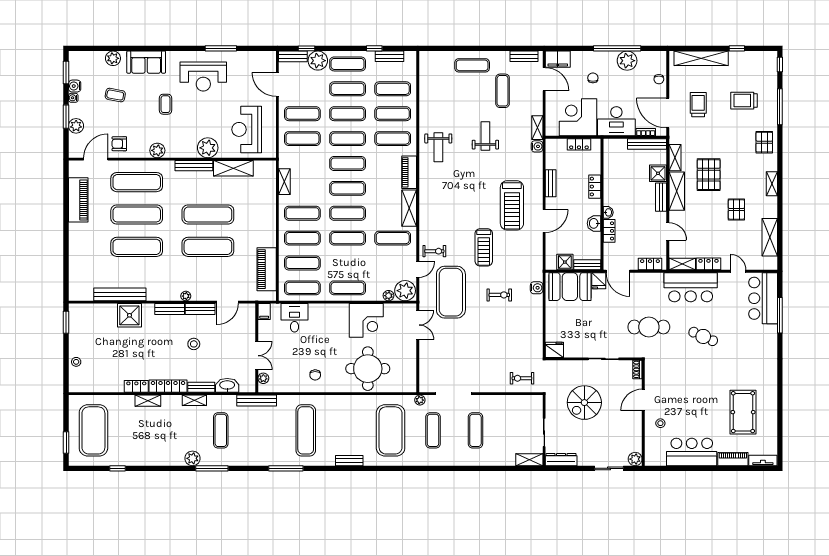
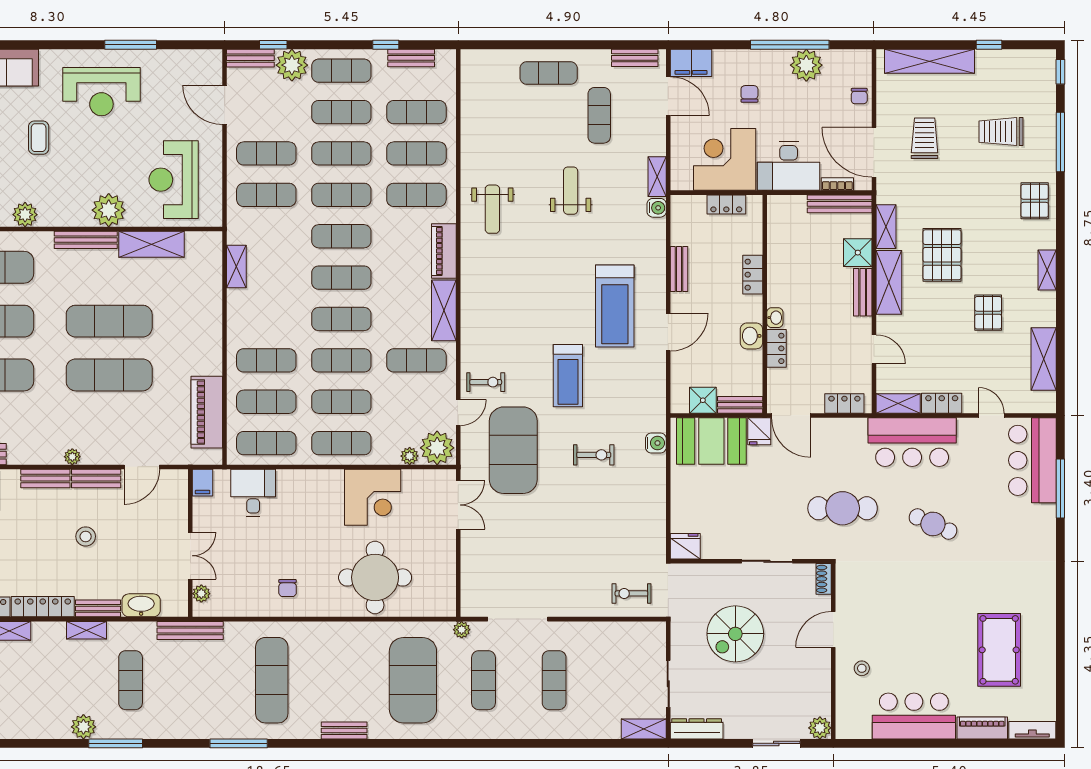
exercise mat: (302, 213) -> (341, 402), moved

